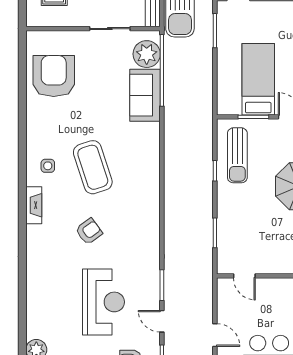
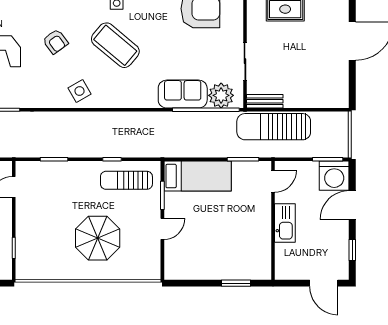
bed: (258, 79) -> (198, 176), moved
coffee table: (93, 167) -> (115, 45), turned 58
side table: (142, 206) -> (79, 91), added

